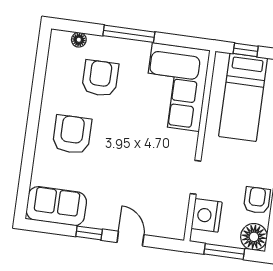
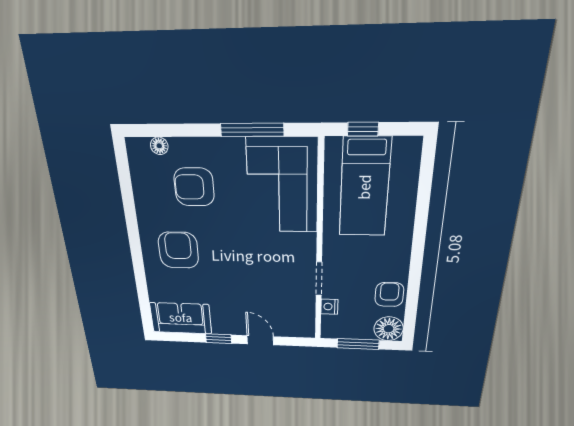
window: (129, 34) -> (252, 130), moved
armchair: (100, 78) -> (194, 187), turned -90
nightstand: (207, 215) -> (329, 307), width x0.53, depth x0.56

